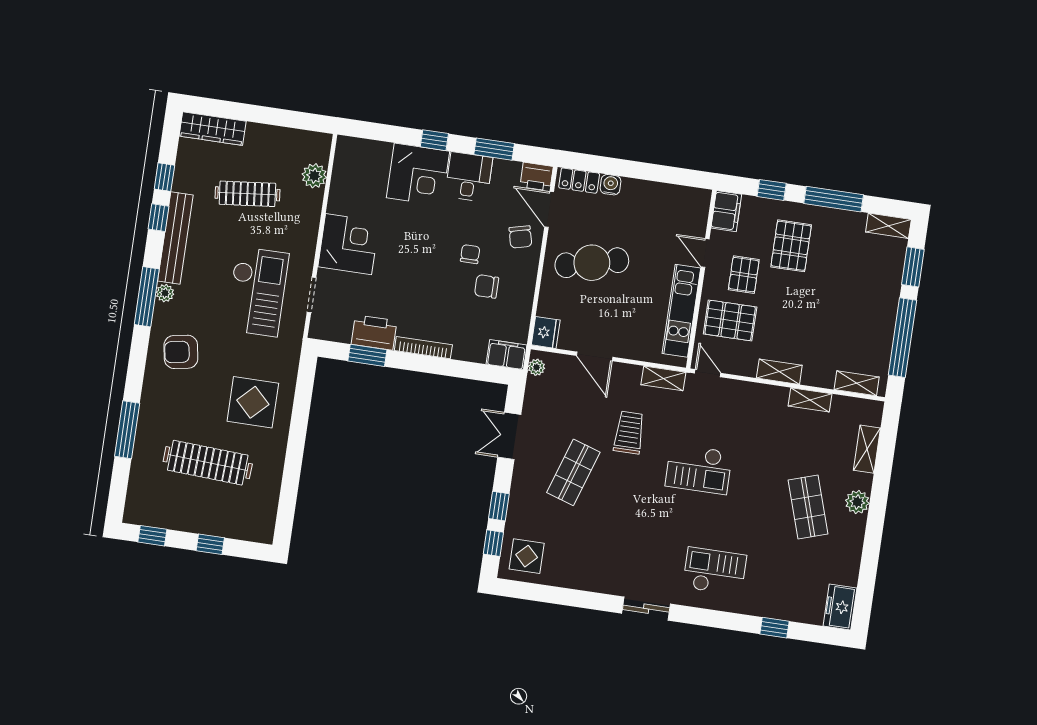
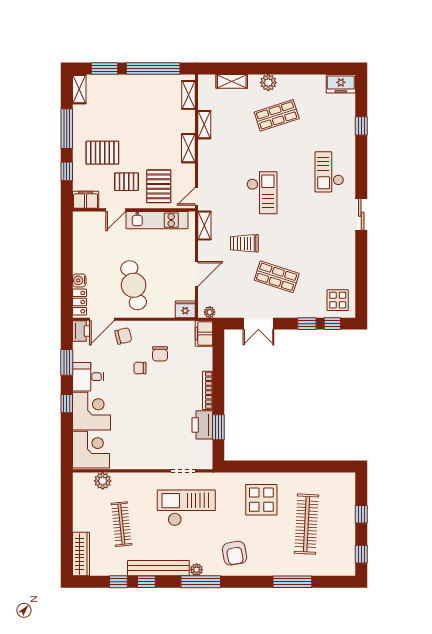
corner desk: (349, 244) -> (91, 450), moved, turned 90

